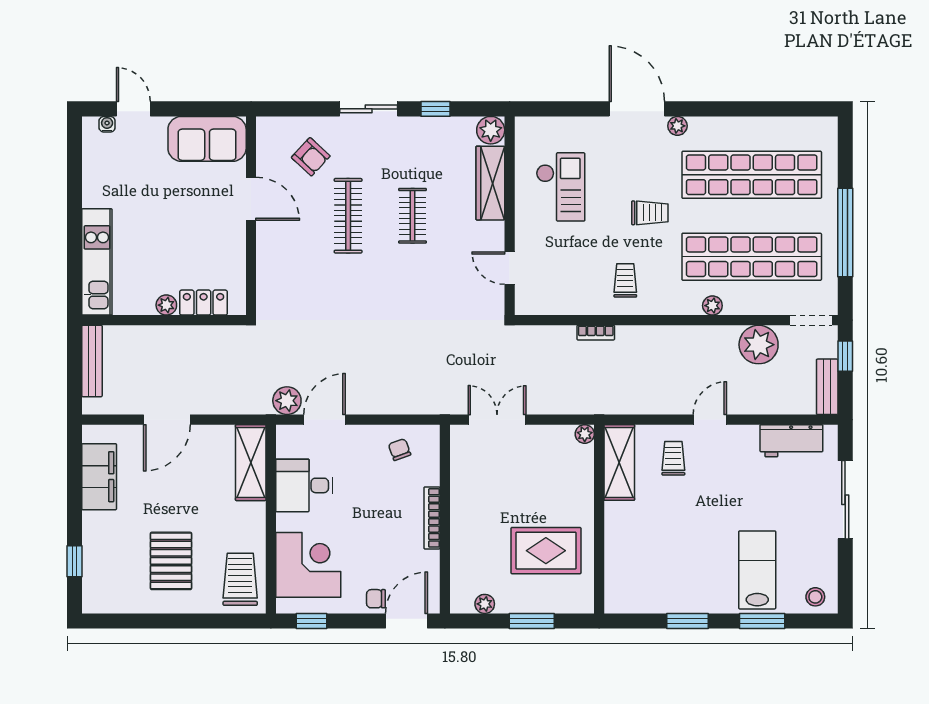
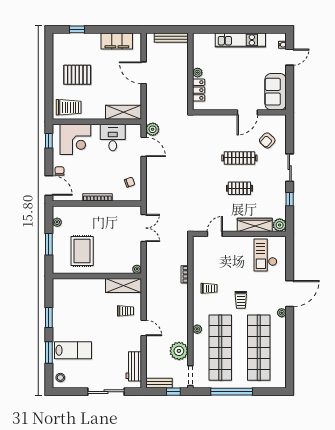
checkout: (561, 187) -> (265, 255), moved, turned 90
kitchen unit: (97, 262) -> (240, 40), moved

